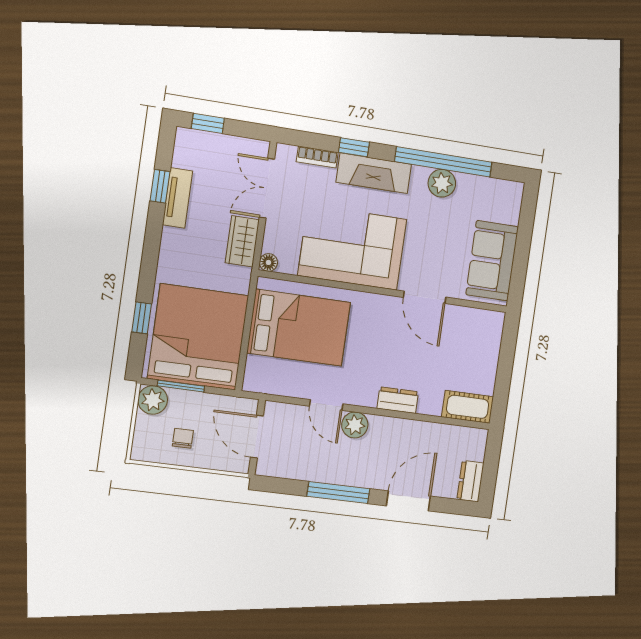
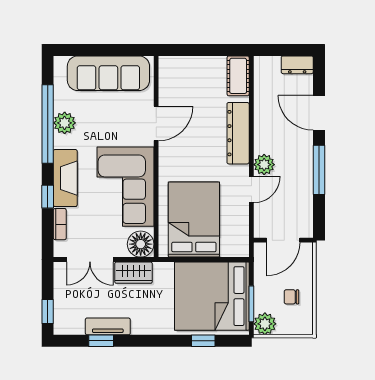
sofa: (492, 261) -> (108, 73), width x1.36
floor lamp: (268, 262) -> (141, 244), width x1.89, depth x1.89
dresser: (398, 400) -> (238, 133), width x1.96, depth x1.24

